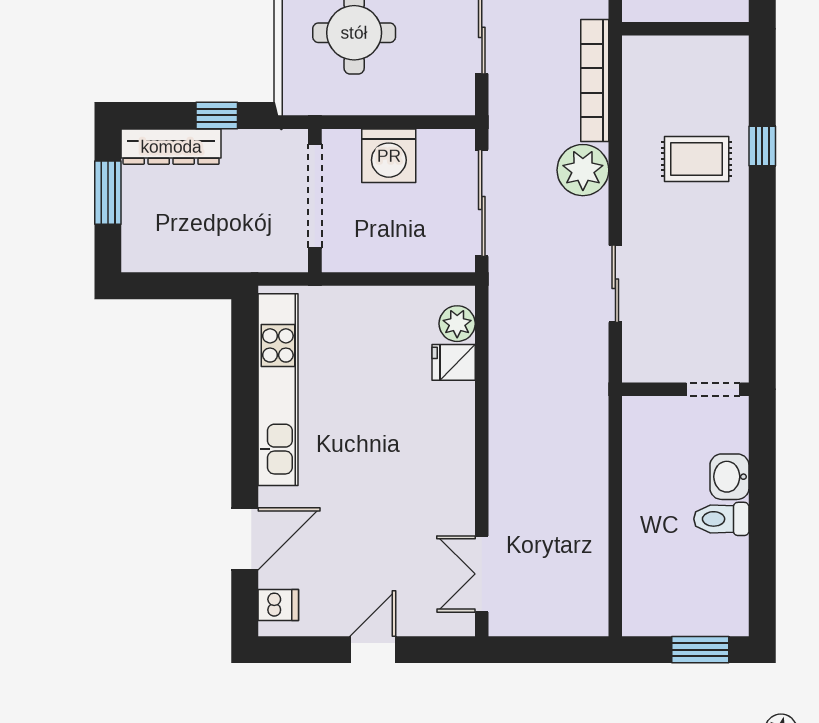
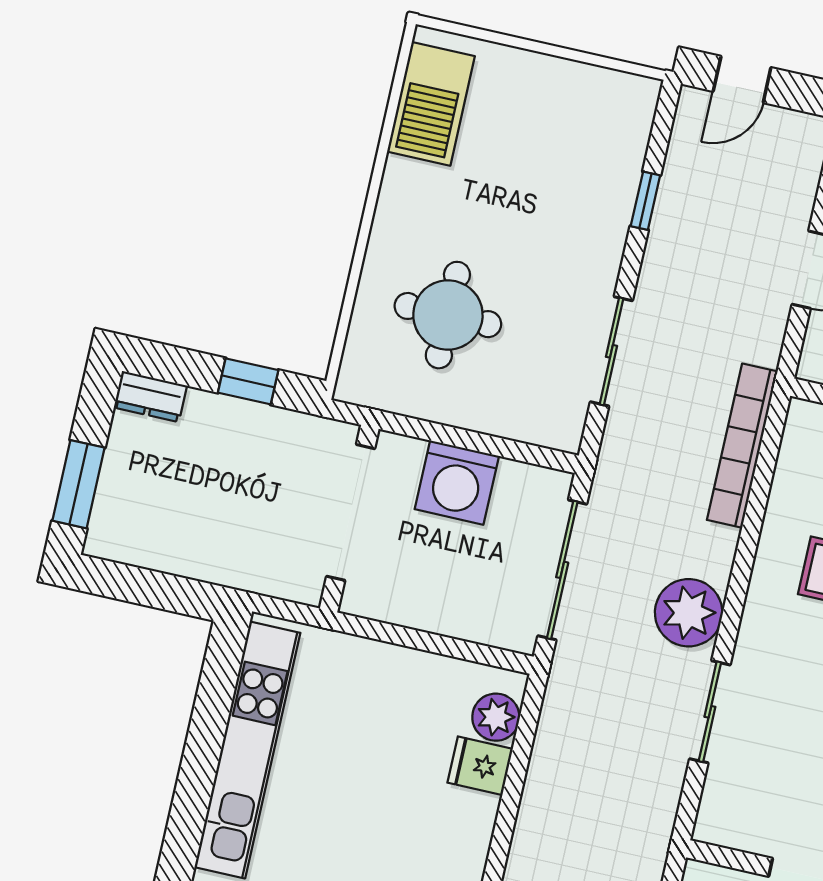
dresser: (171, 147) -> (150, 397), width x0.51, depth x0.80
plant: (583, 170) -> (689, 613), moved
window: (108, 193) -> (79, 484), moved

